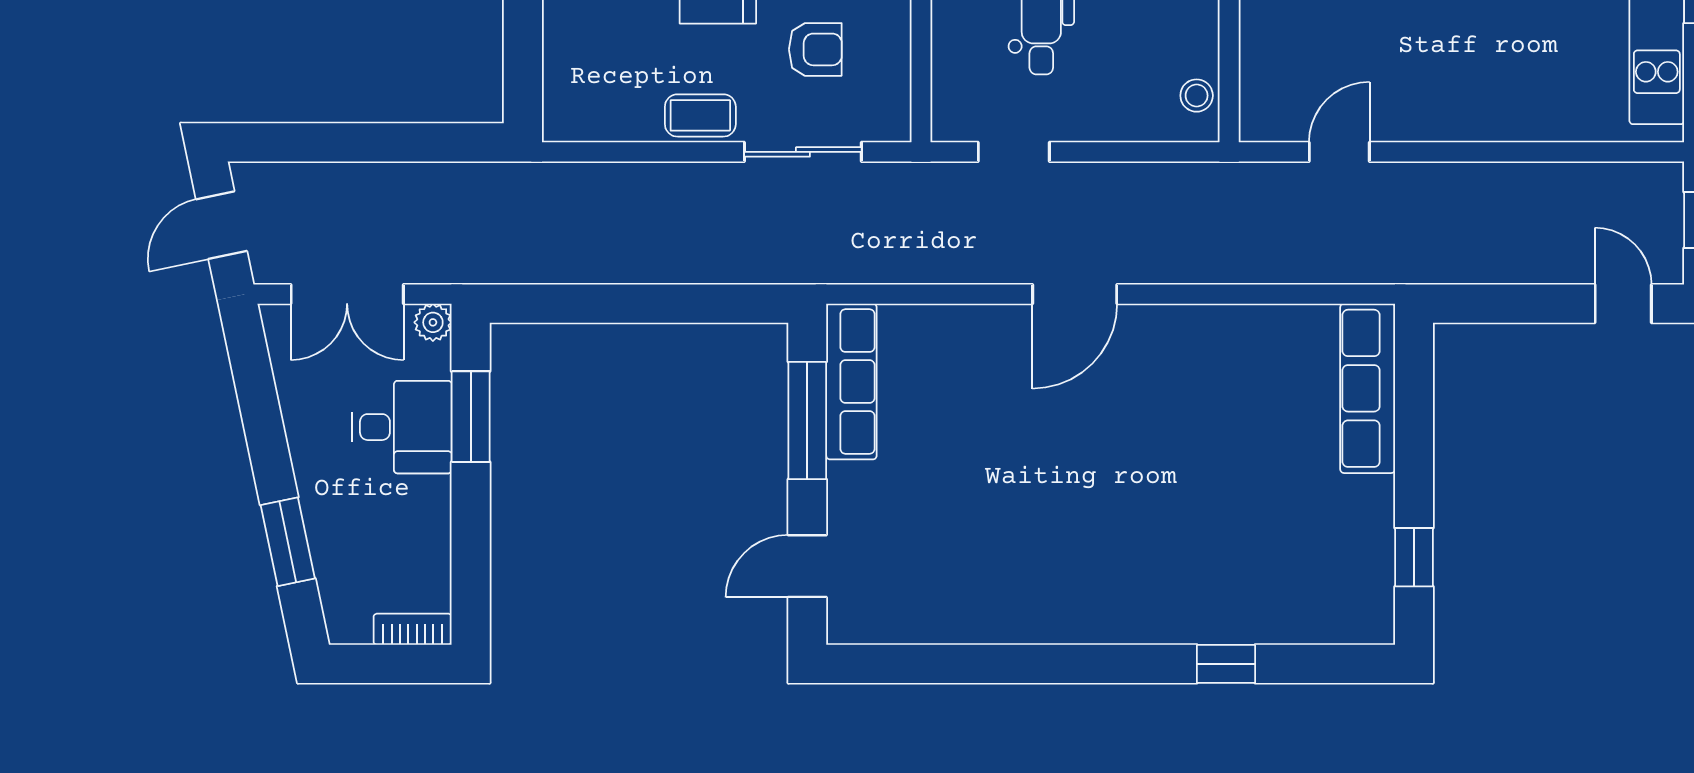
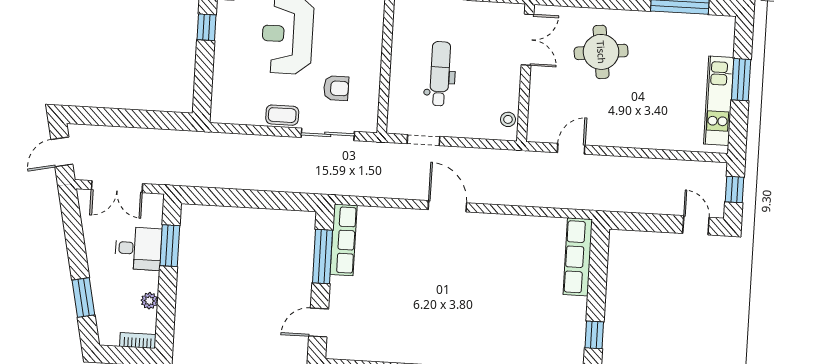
door: (1075, 294) -> (447, 206), swing flipped
plant: (433, 322) -> (149, 301), moved

